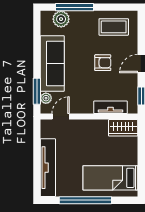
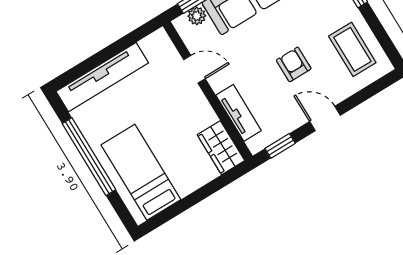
armchair: (103, 63) -> (294, 64), turned 180
door: (61, 117) -> (194, 69), moved

